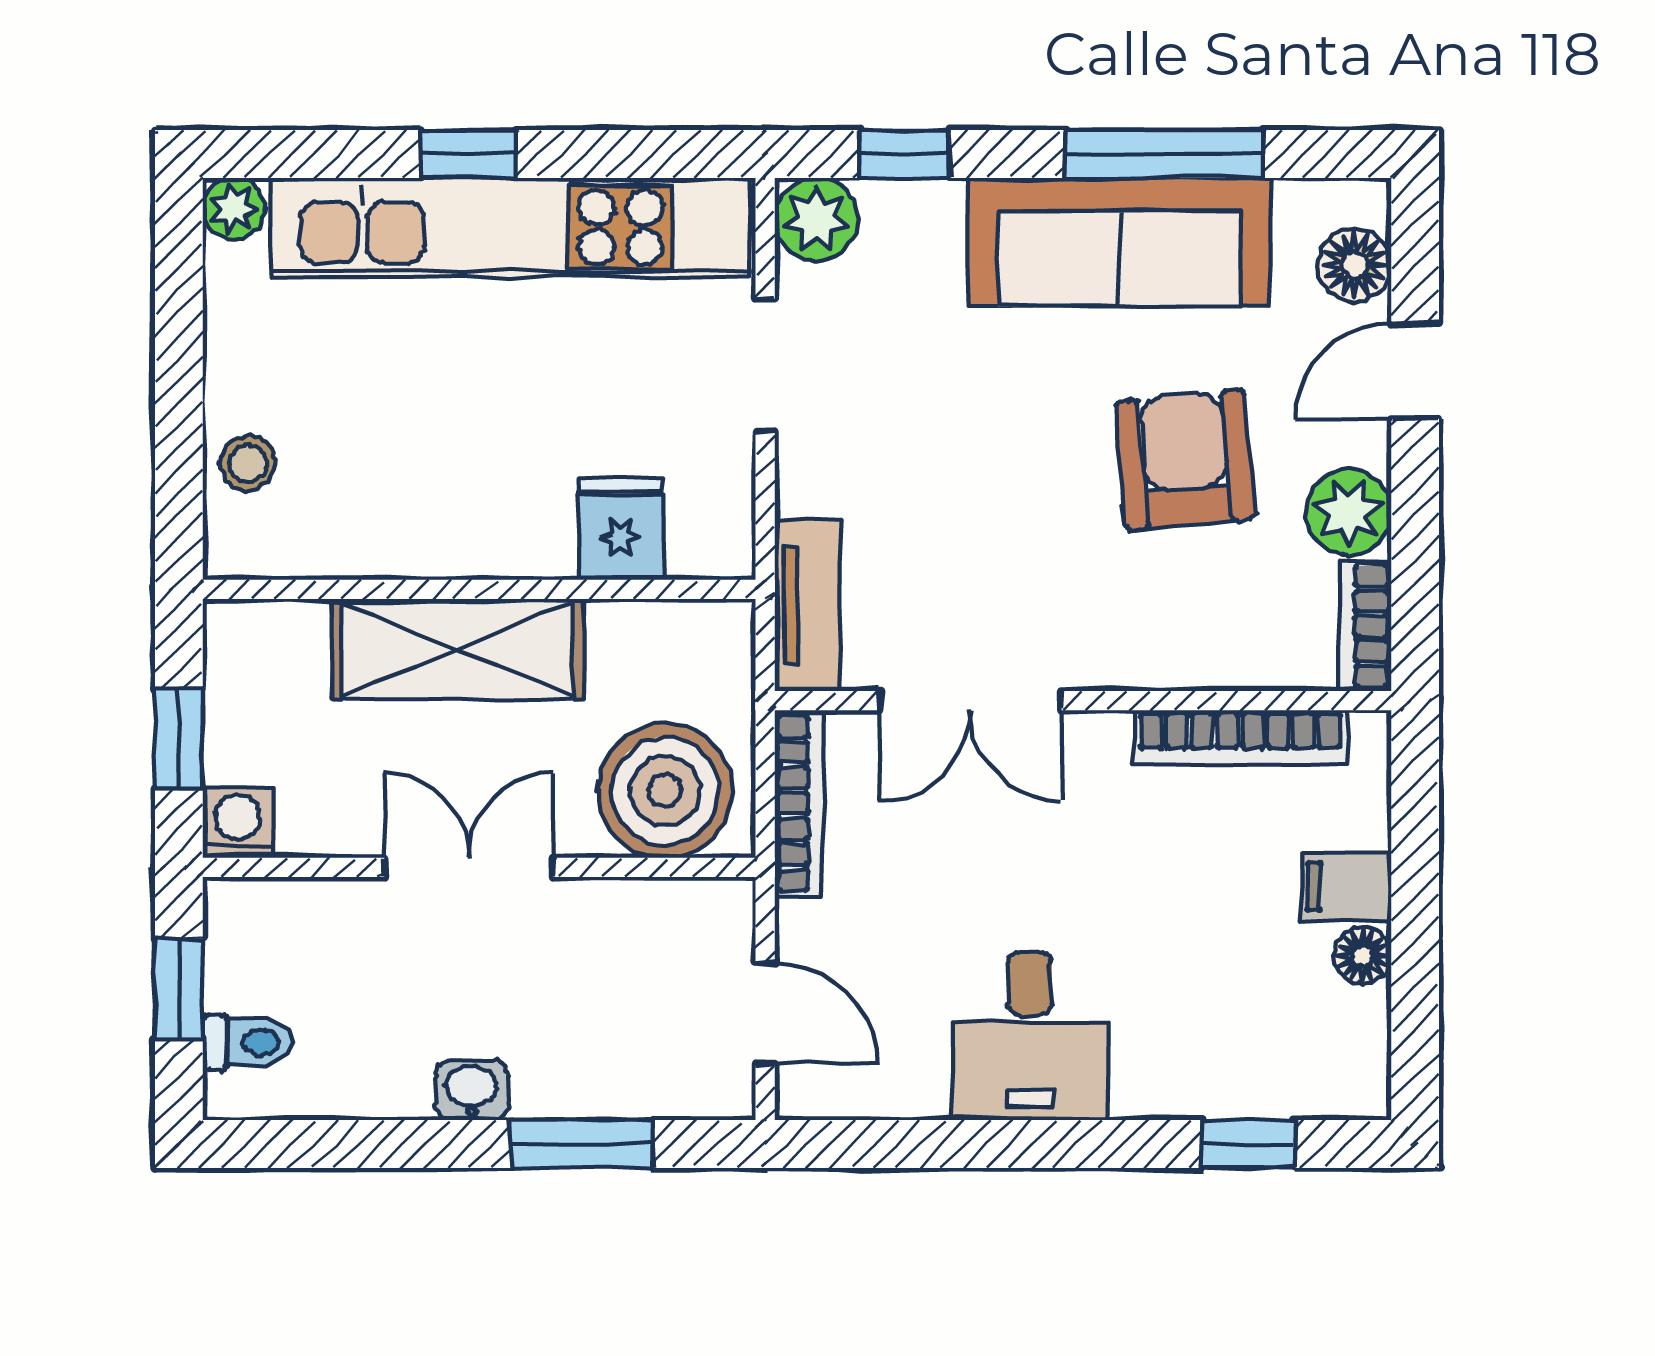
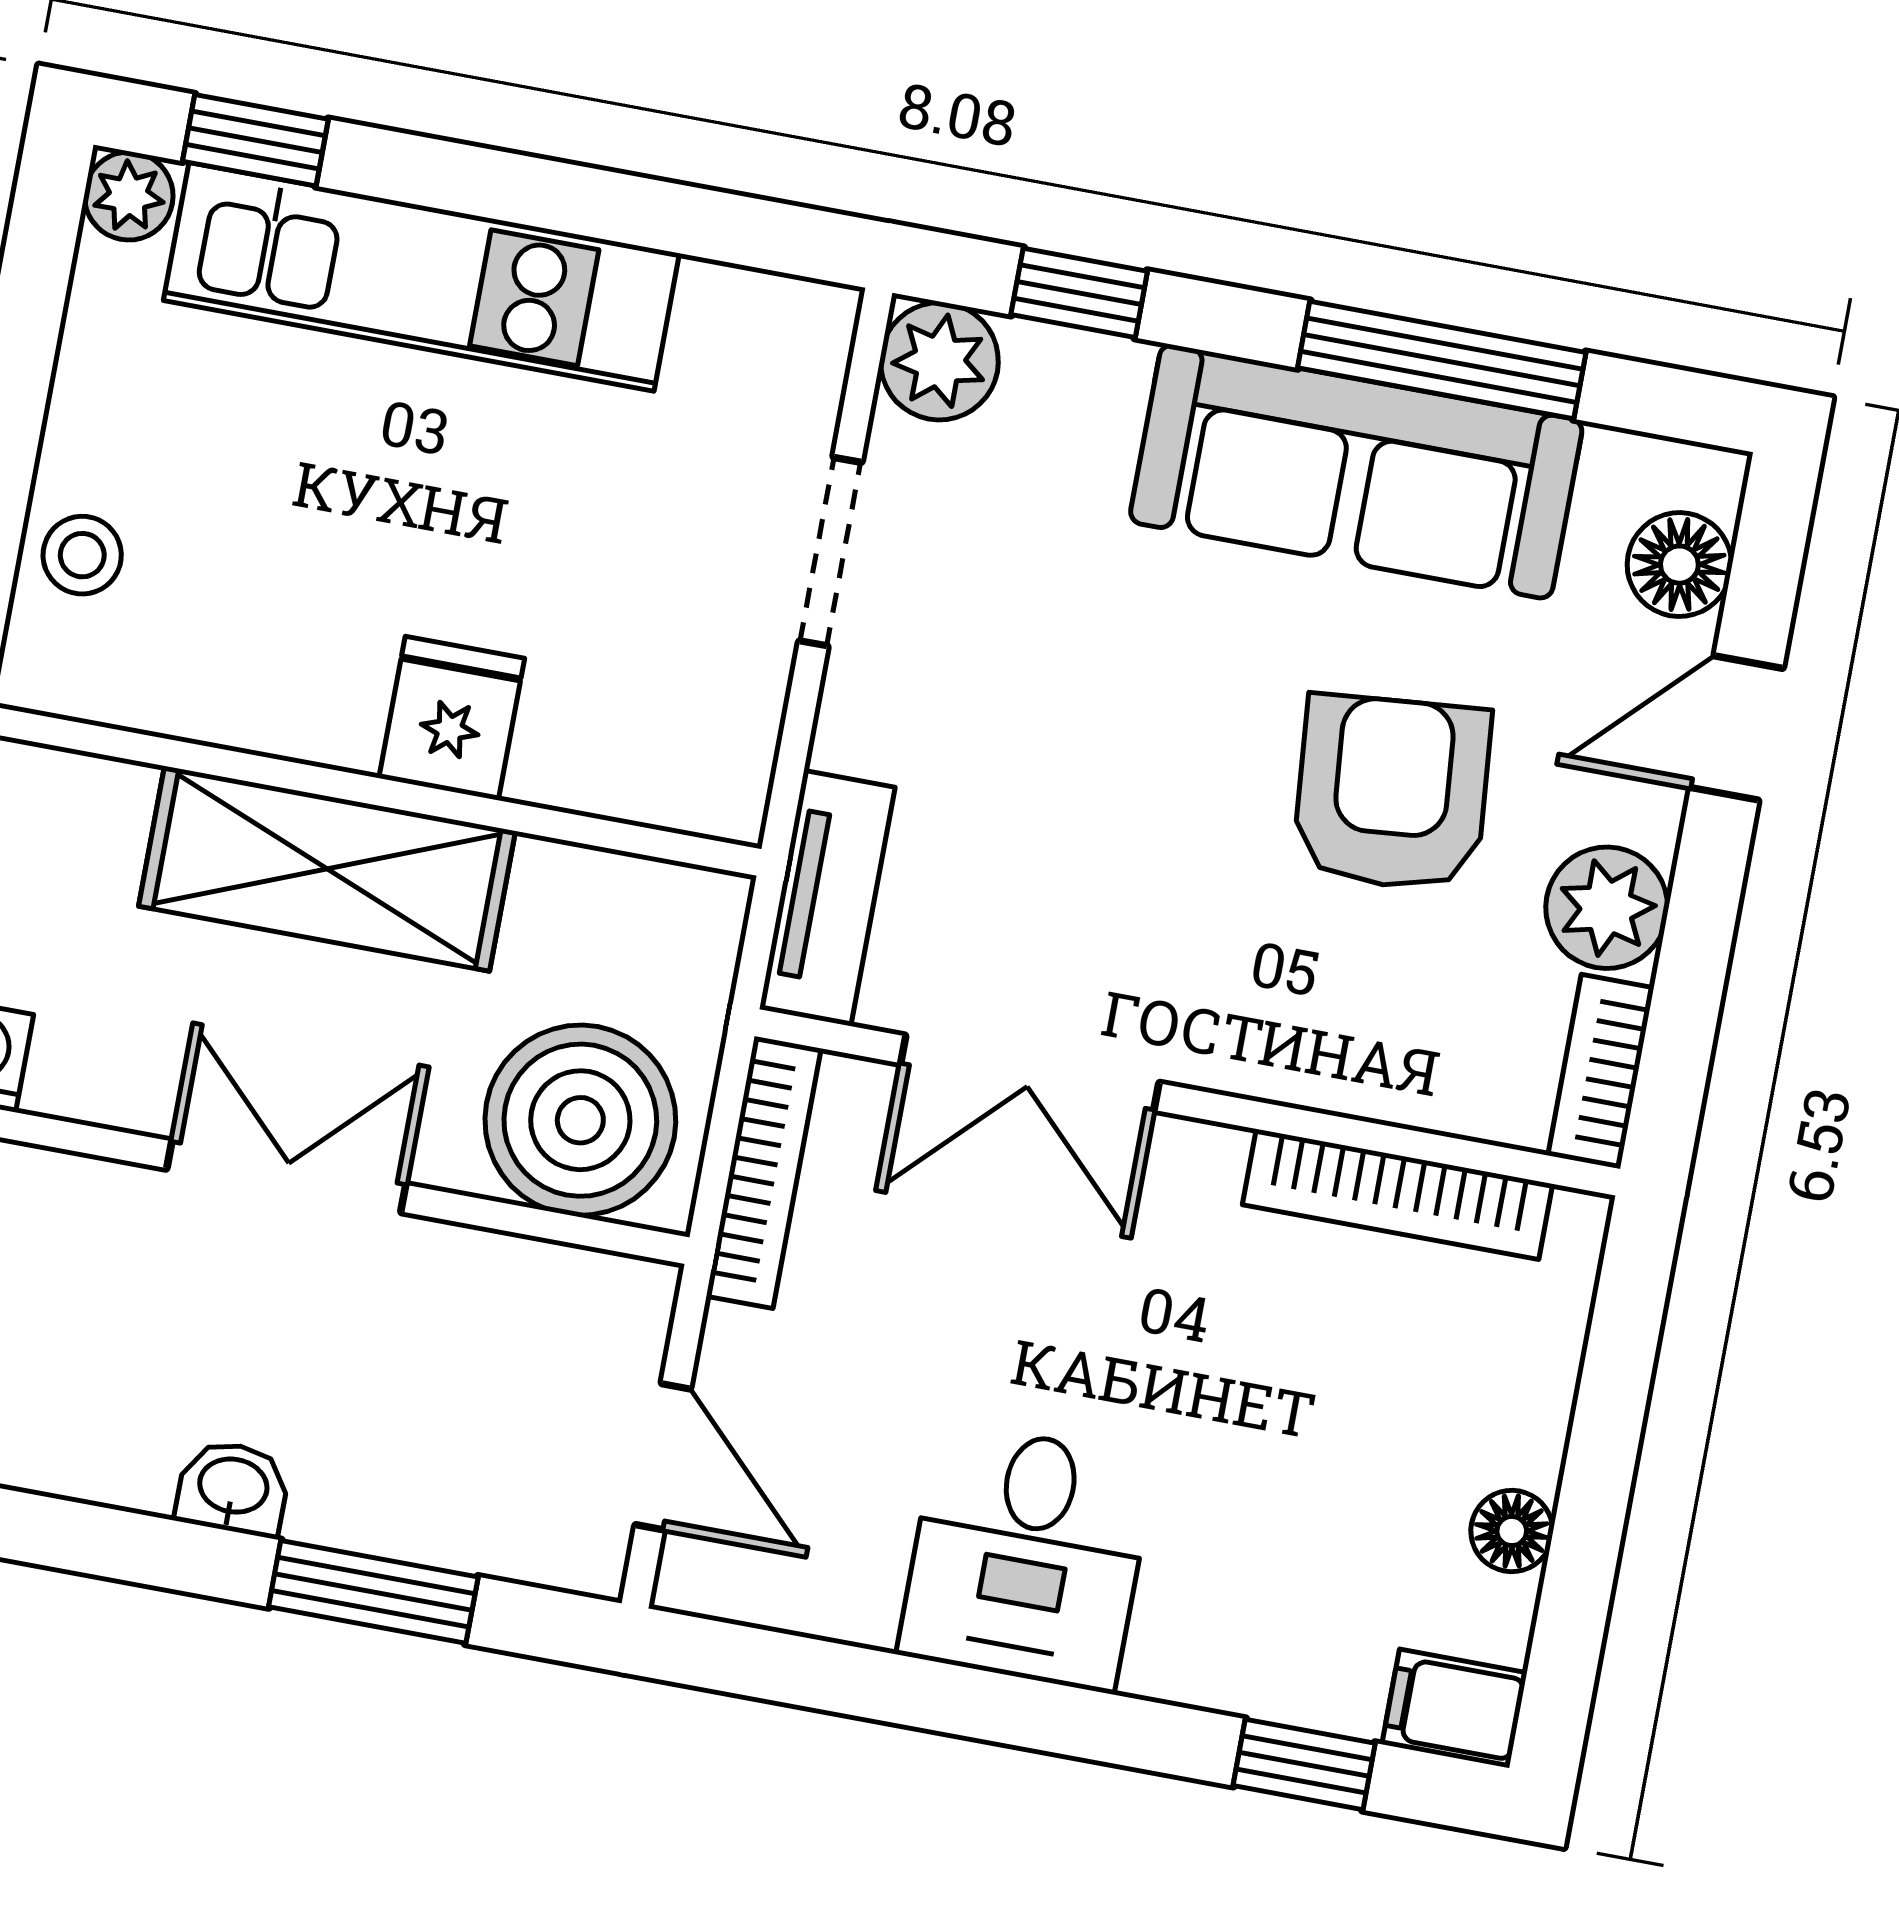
window: (468, 154) -> (255, 140), moved
kitchen unit: (511, 227) -> (421, 277), width x0.73
fridge: (620, 529) -> (452, 718), moved
filing cabinet: (1346, 886) -> (1454, 1708), moved

